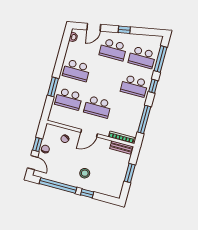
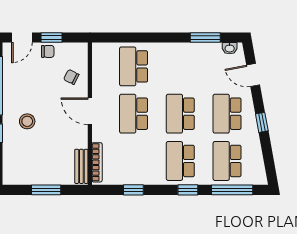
school desk: (76, 70) -> (180, 114), moved
window: (53, 87) -> (205, 38), moved
window: (144, 119) -> (133, 190), width x0.46

